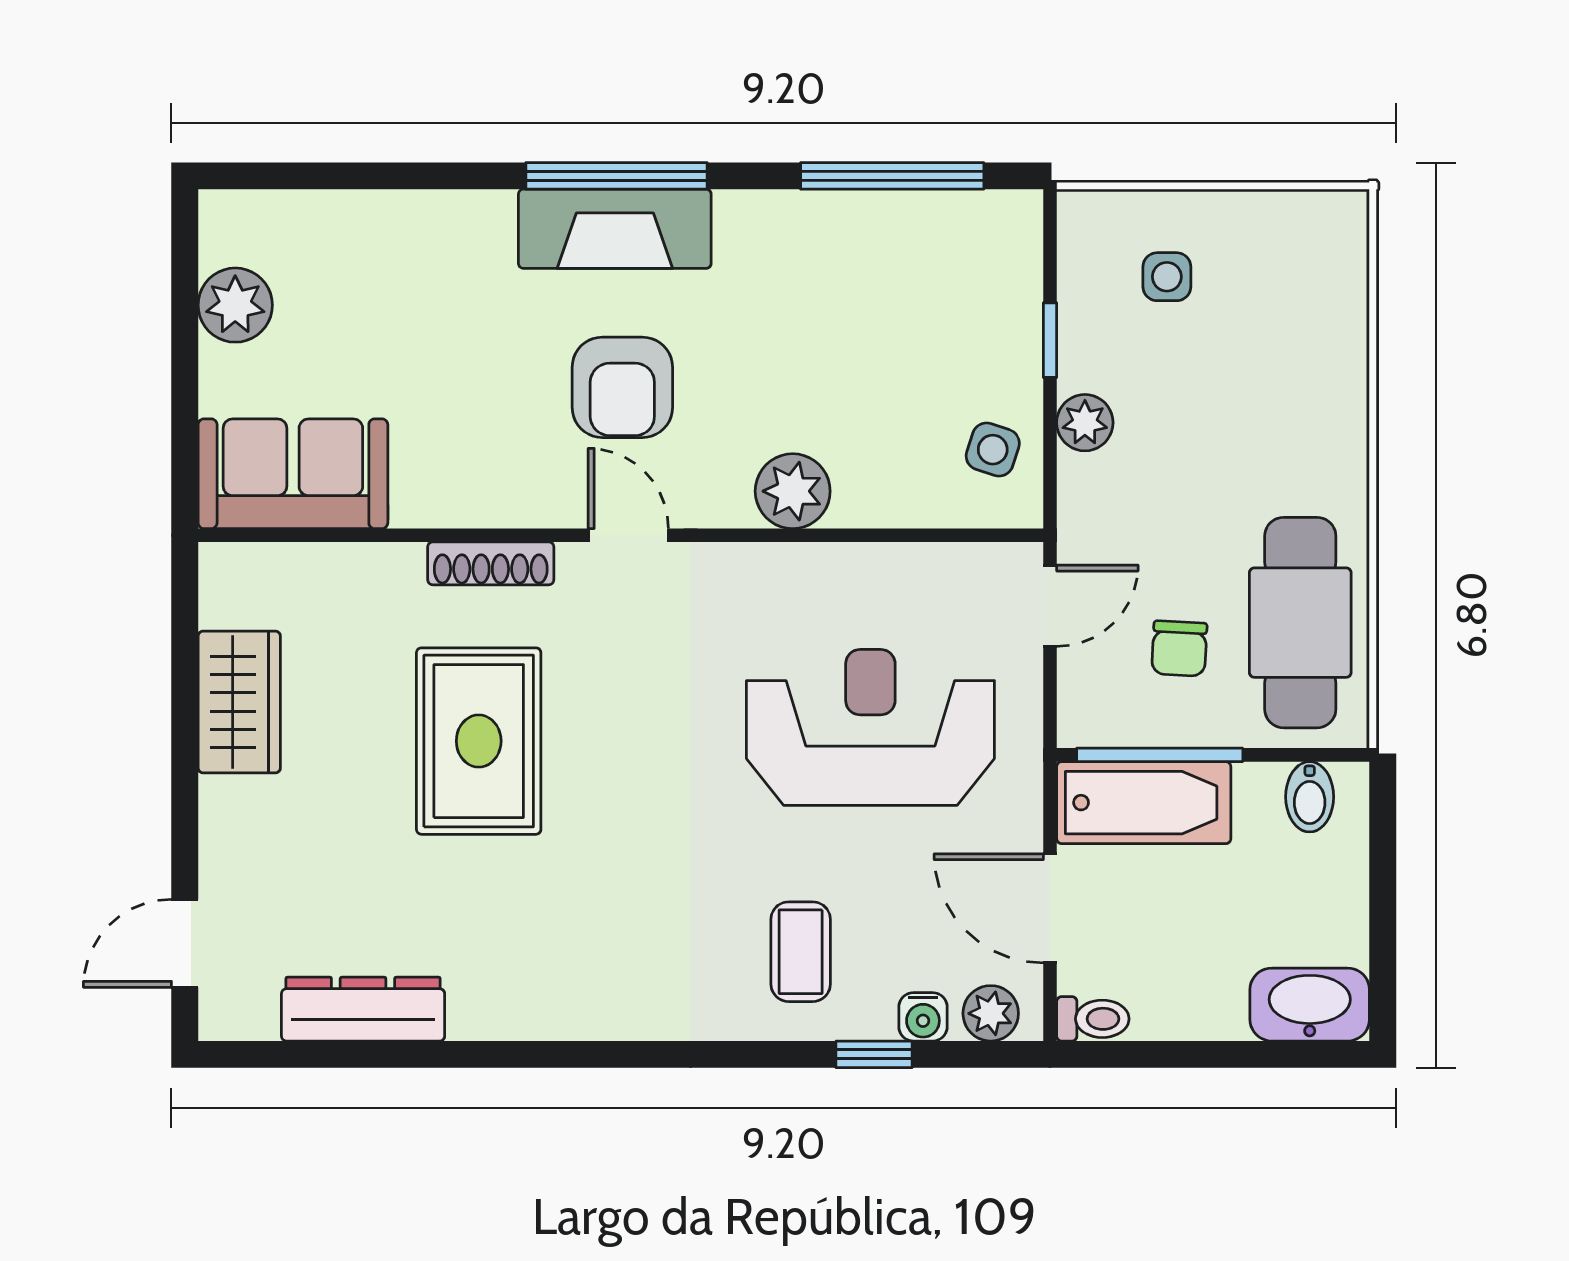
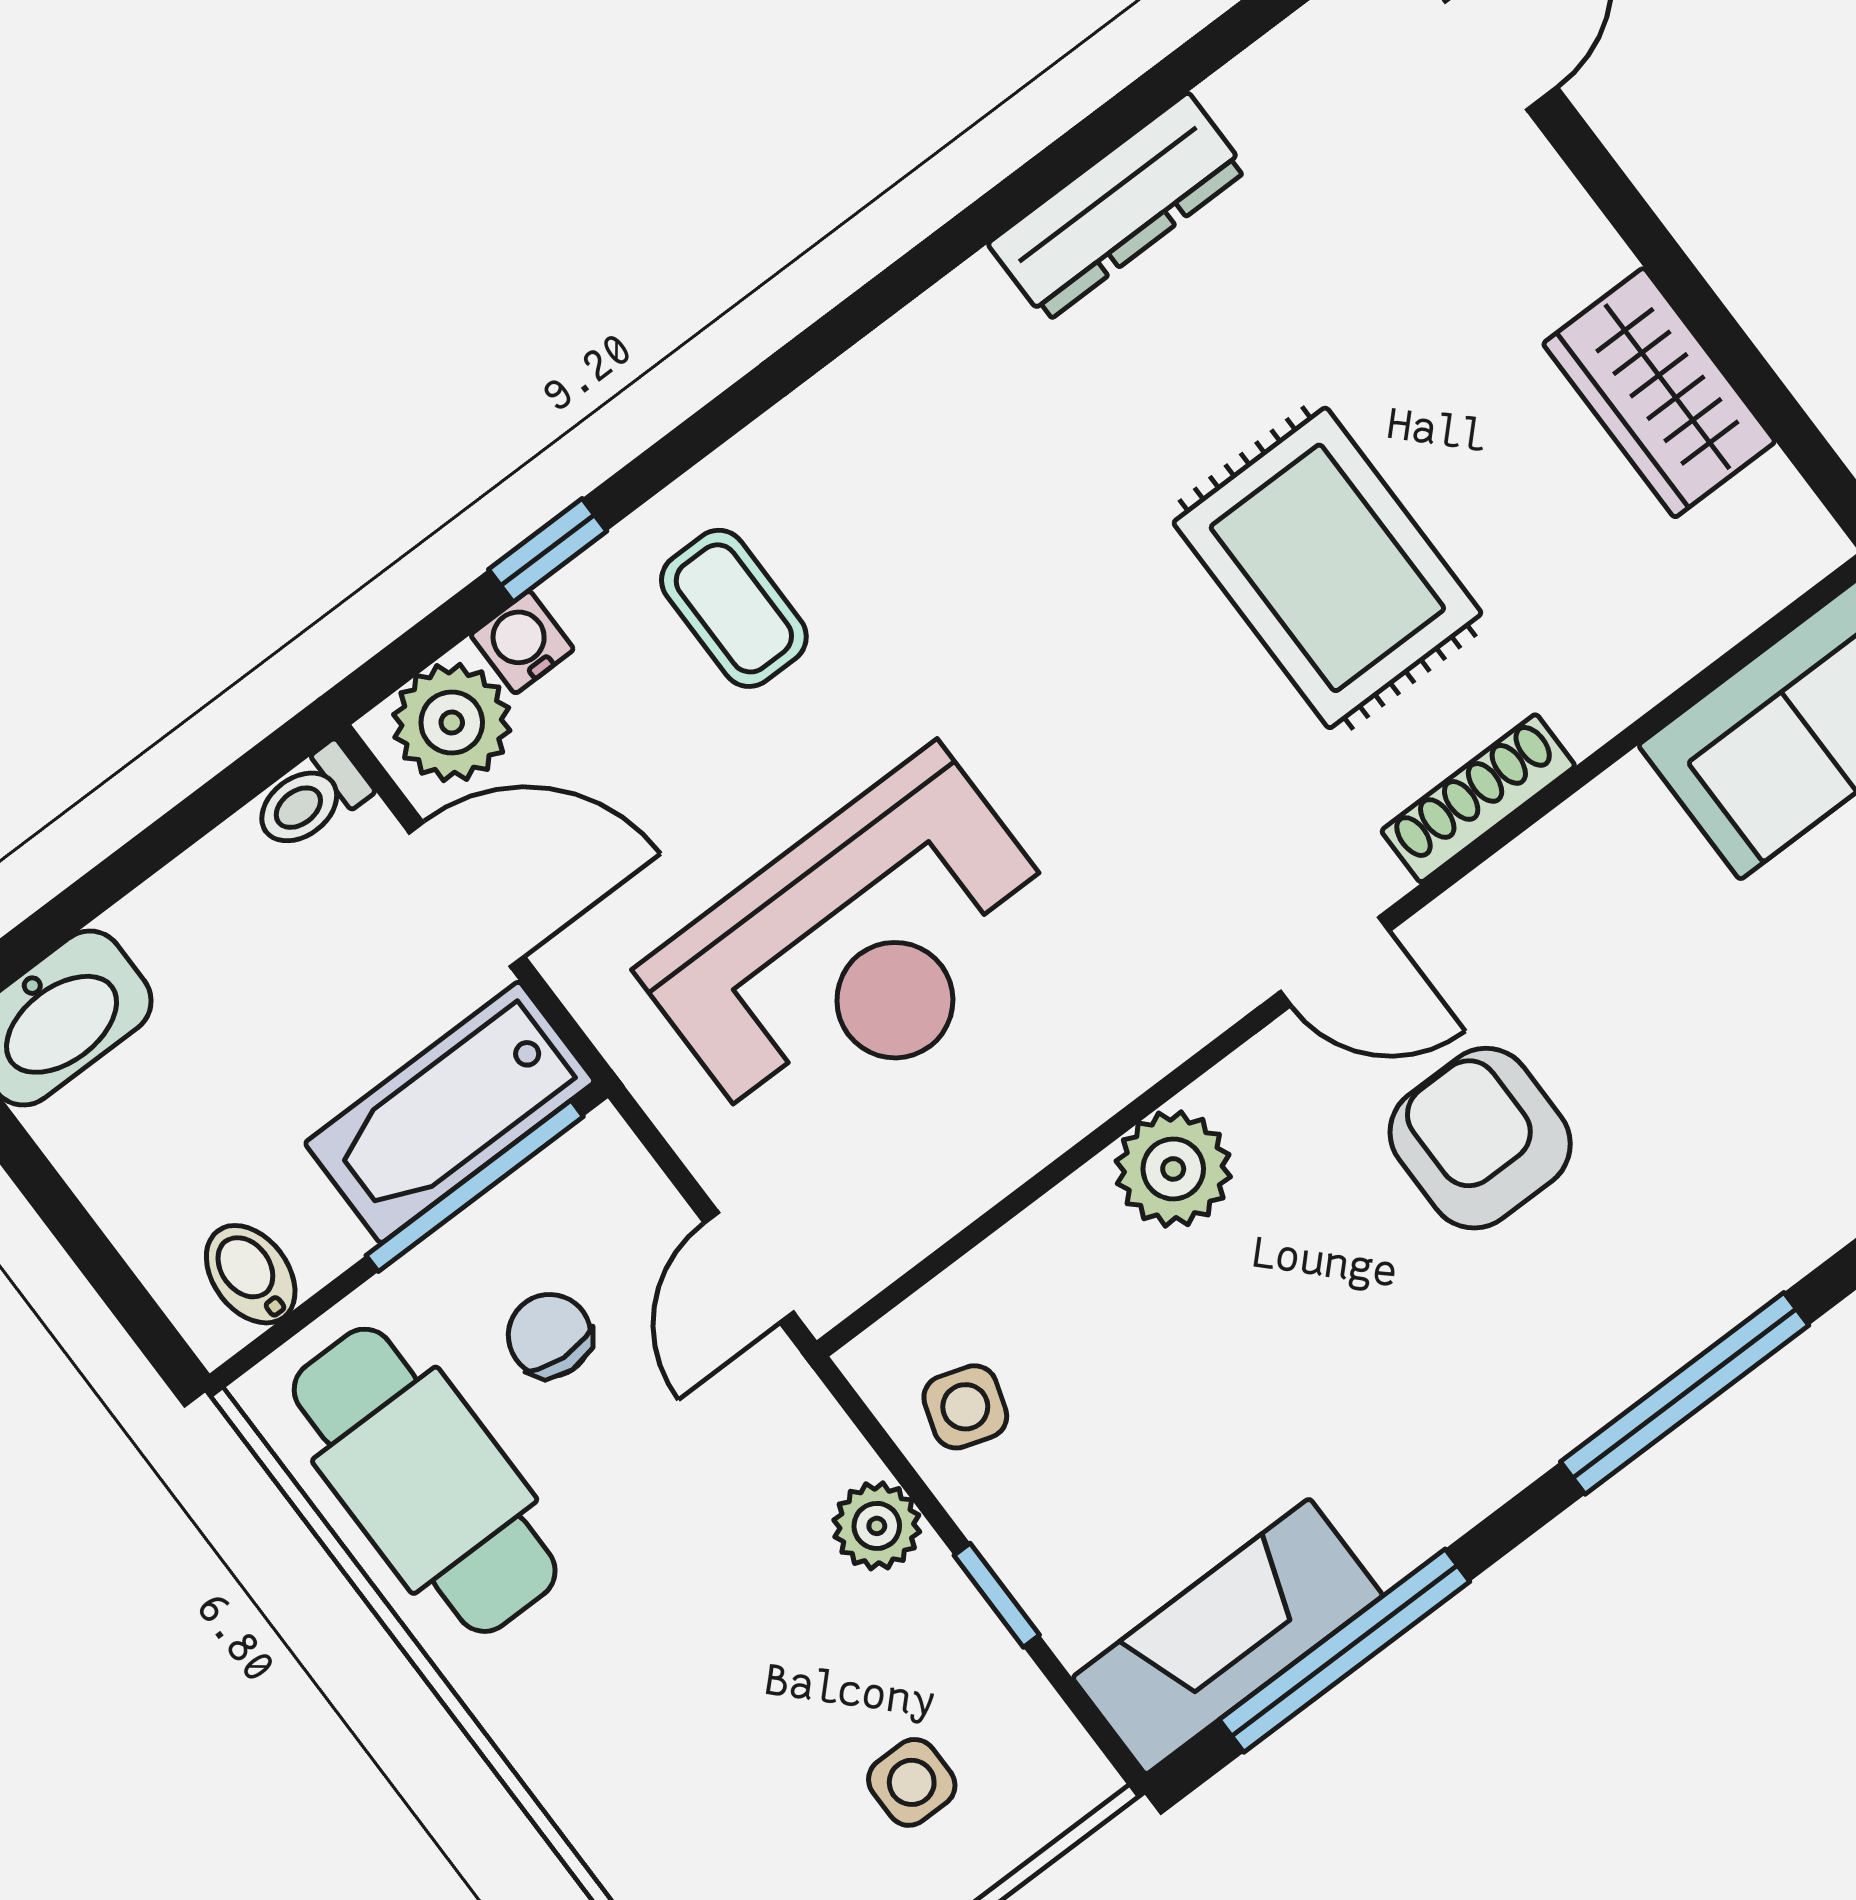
fireplace: (615, 229) -> (1228, 1636), moved
dresser: (363, 1009) -> (1117, 207), moved
plant: (991, 1013) -> (452, 723), width x1.38, depth x1.38

